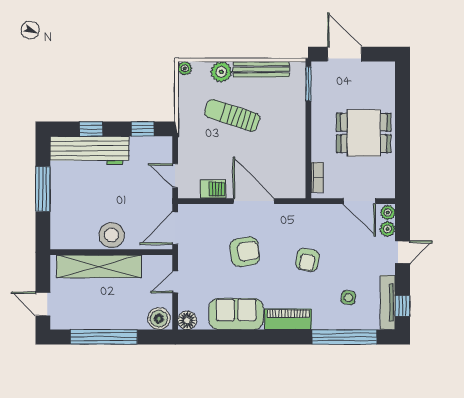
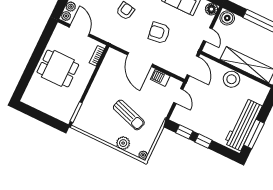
door: (345, 54) -> (47, 119), removed
bench: (261, 69) -> (99, 134), removed
window: (91, 129) -> (204, 141), moved
workbench: (90, 151) -> (243, 125), moved, turned -90
window: (43, 189) -> (254, 134), moved
door: (175, 228) -> (193, 66), hinge flipped
door: (175, 282) -> (208, 35), hinge flipped

